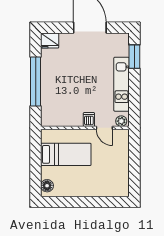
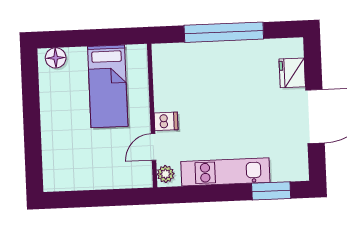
fridge: (50, 41) -> (292, 73), moved

